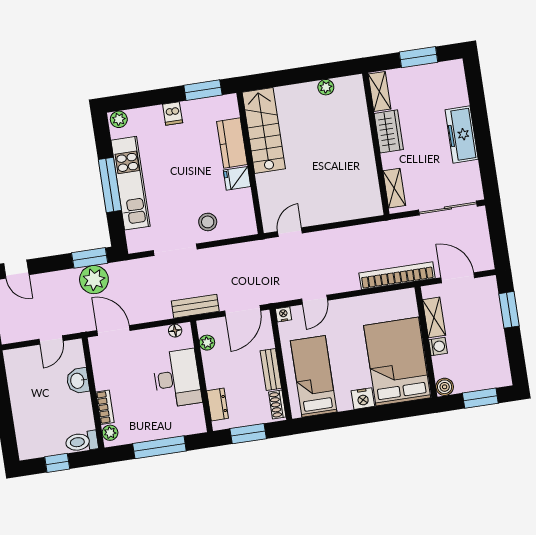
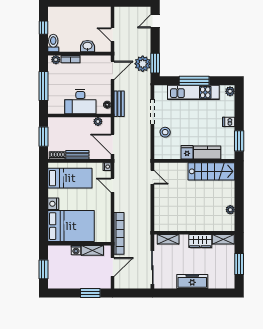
bench: (195, 306) -> (119, 104), moved
boiler: (445, 387) -> (53, 250), removed
dresser: (218, 404) -> (62, 122), removed

